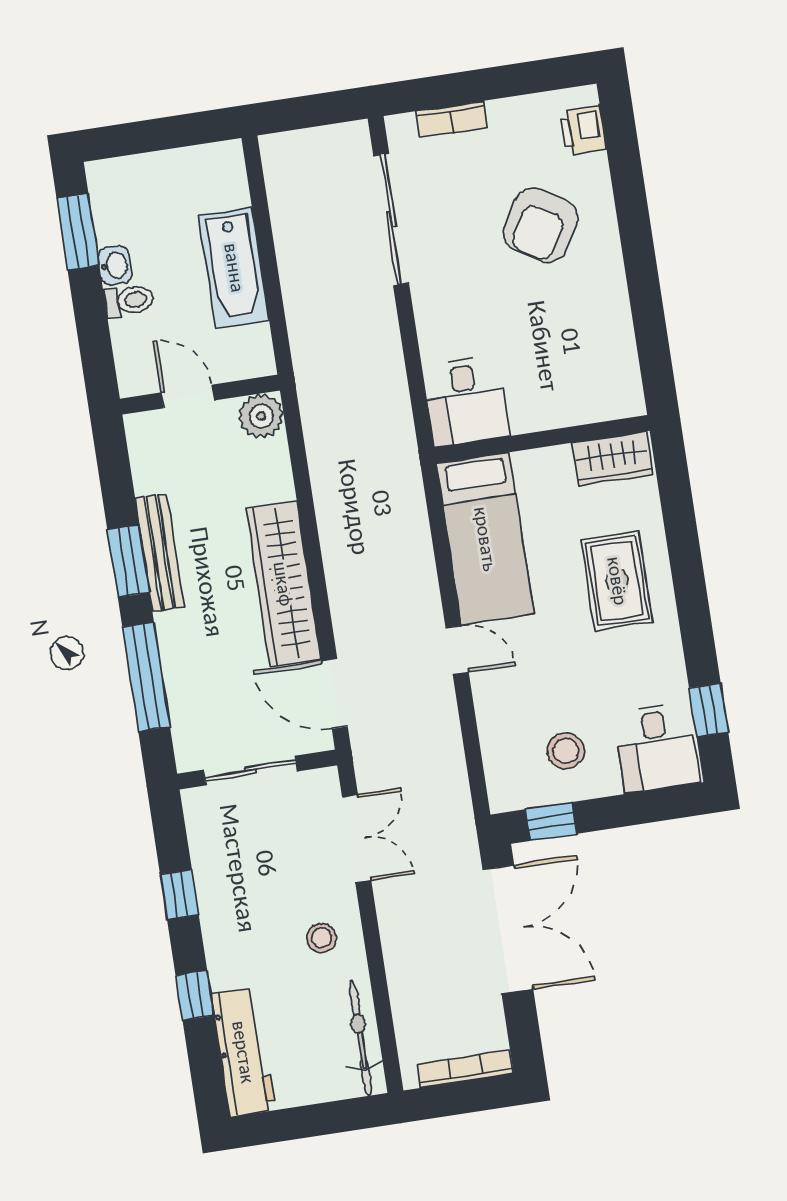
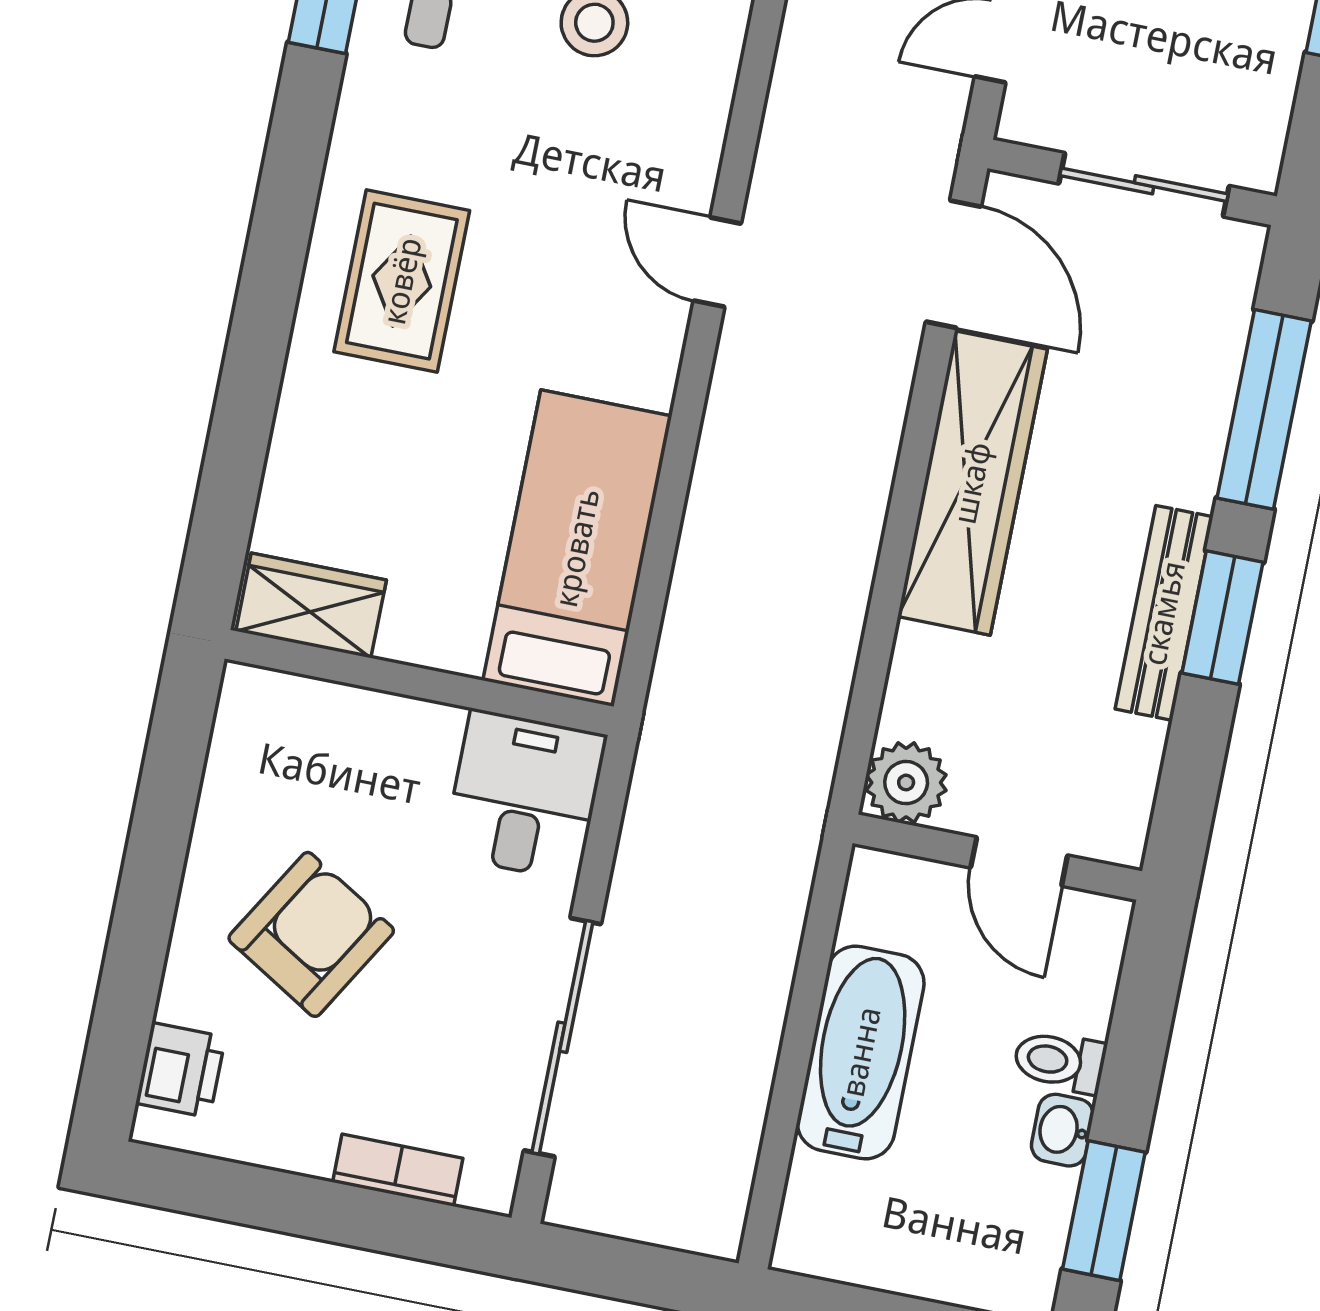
desk: (466, 401) -> (525, 795), moved
wall: (542, 439) -> (419, 683), moved
wardrobe: (612, 459) -> (311, 605), moved
bed: (485, 539) -> (577, 548), moved

